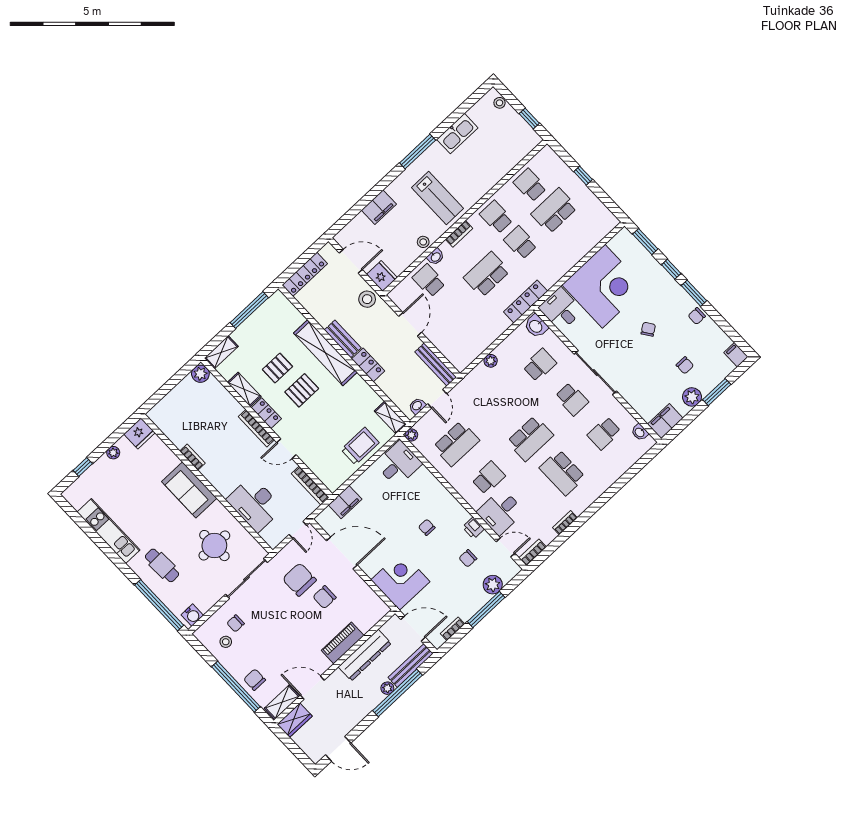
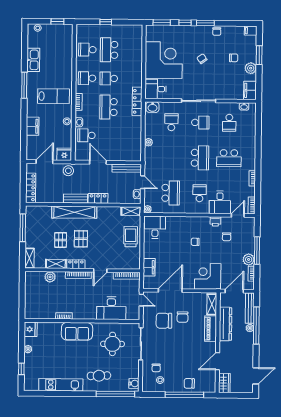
plant: (200, 374) -> (50, 277), moved
plant: (493, 585) -> (249, 259), moved
shelving: (282, 702) -> (212, 304), moved

